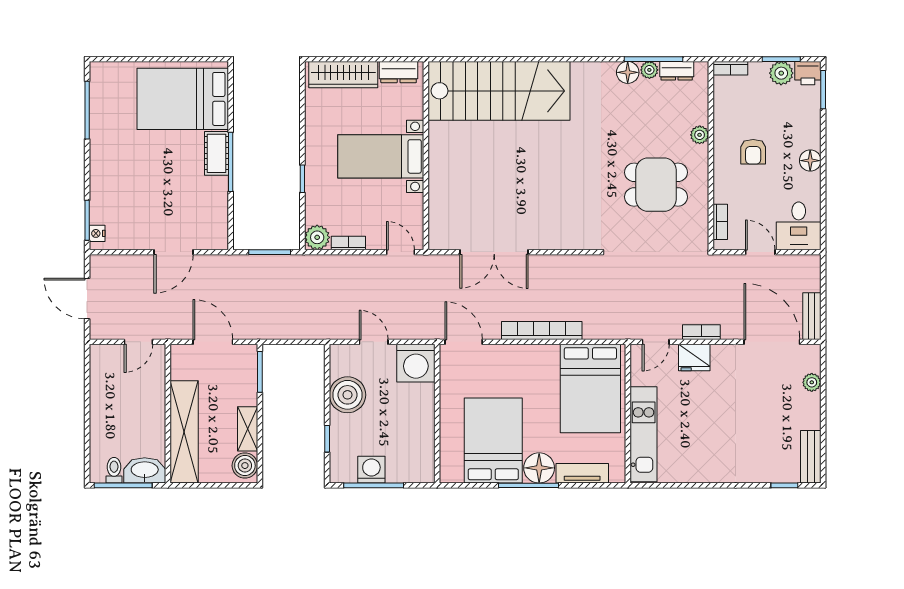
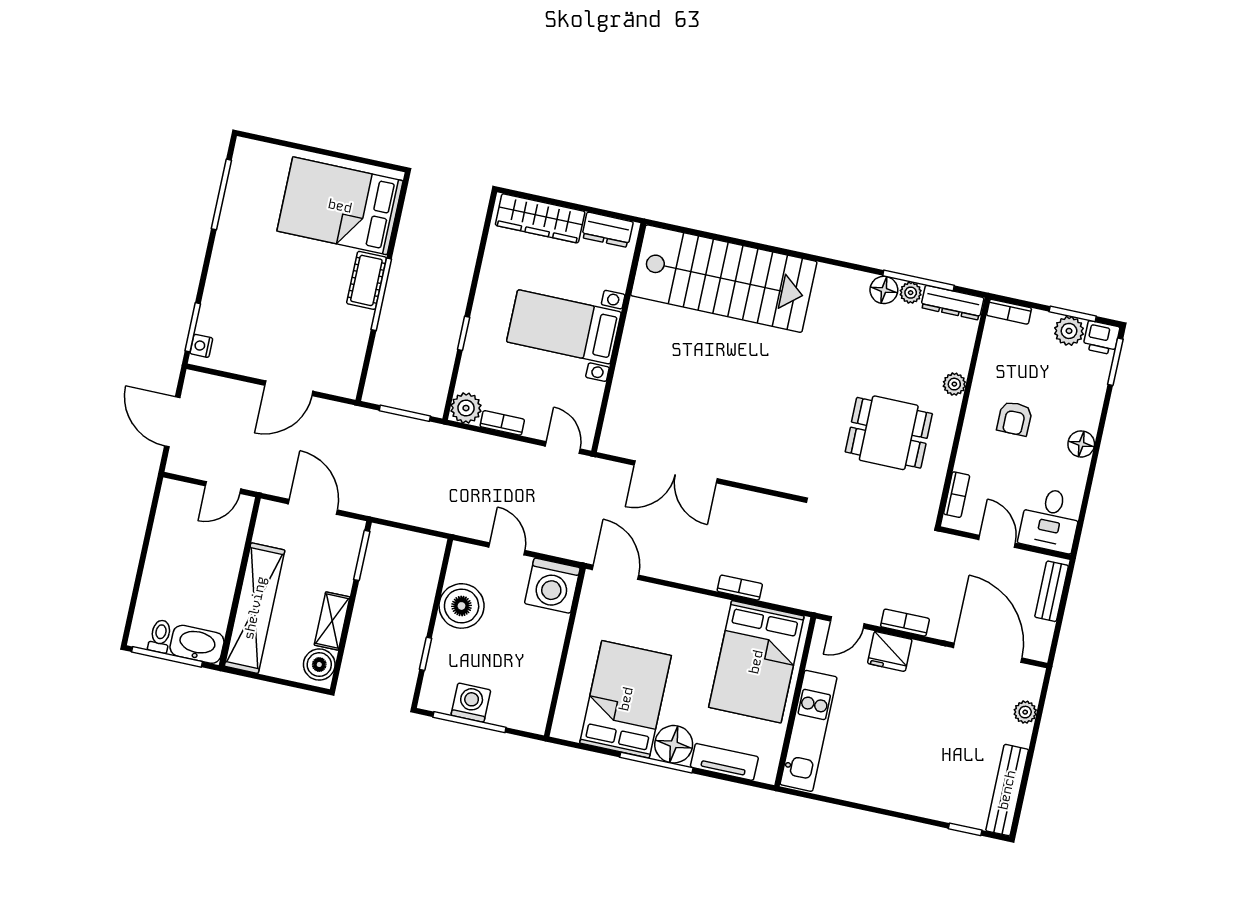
dresser: (677, 71) -> (952, 303), width x1.44
bench: (812, 316) -> (1052, 591), moved
bookcase: (542, 330) -> (740, 588), width x0.43, depth x0.76
bench: (811, 457) -> (1007, 790), width x1.36

